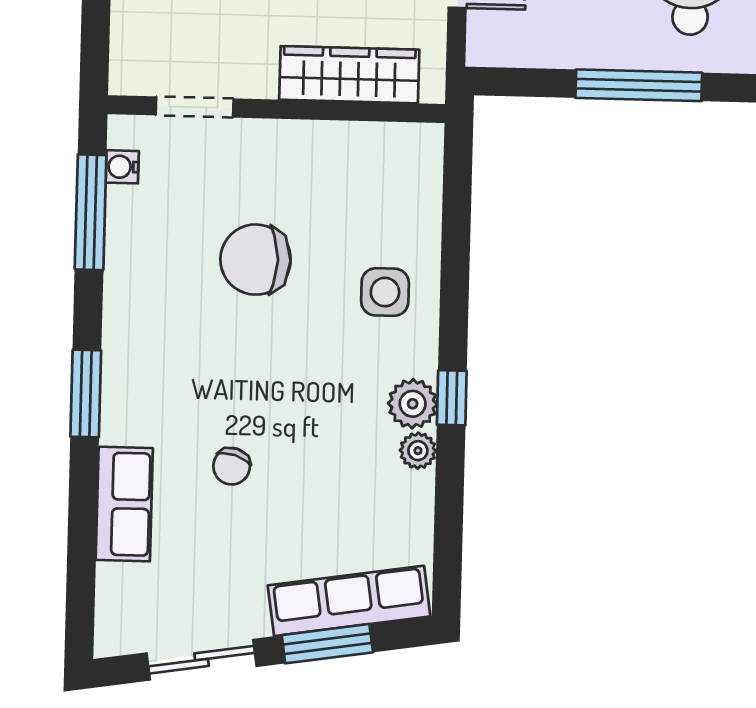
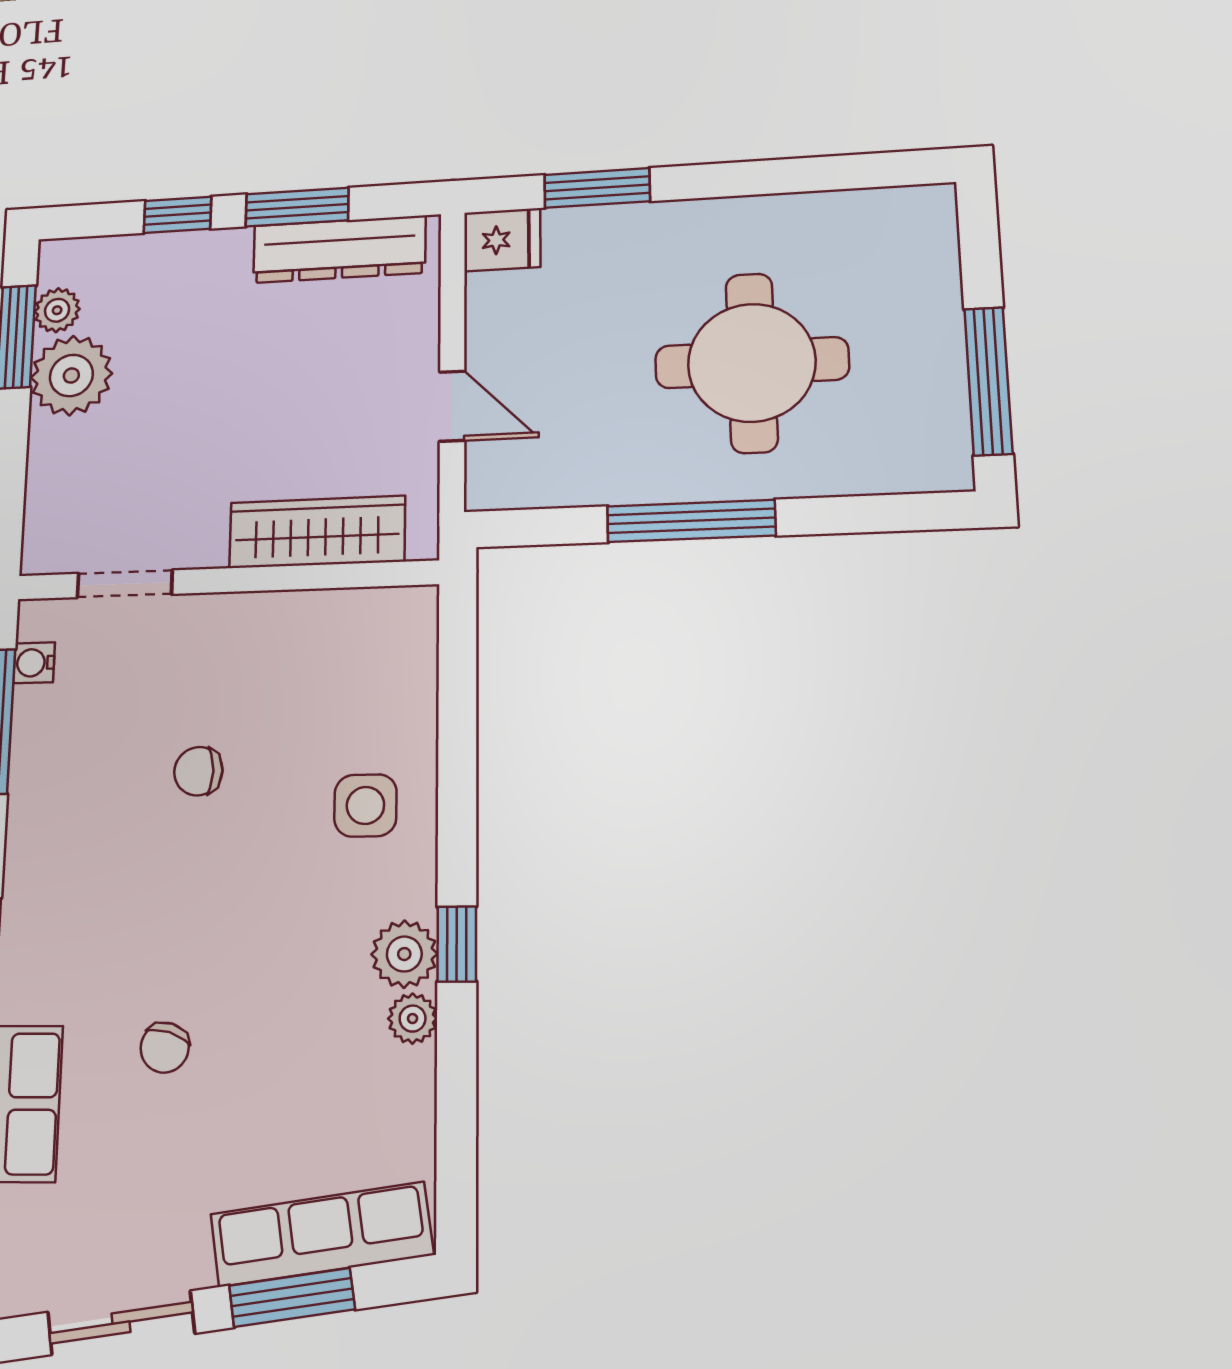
chair: (256, 260) -> (198, 771), width x0.54, depth x0.54

